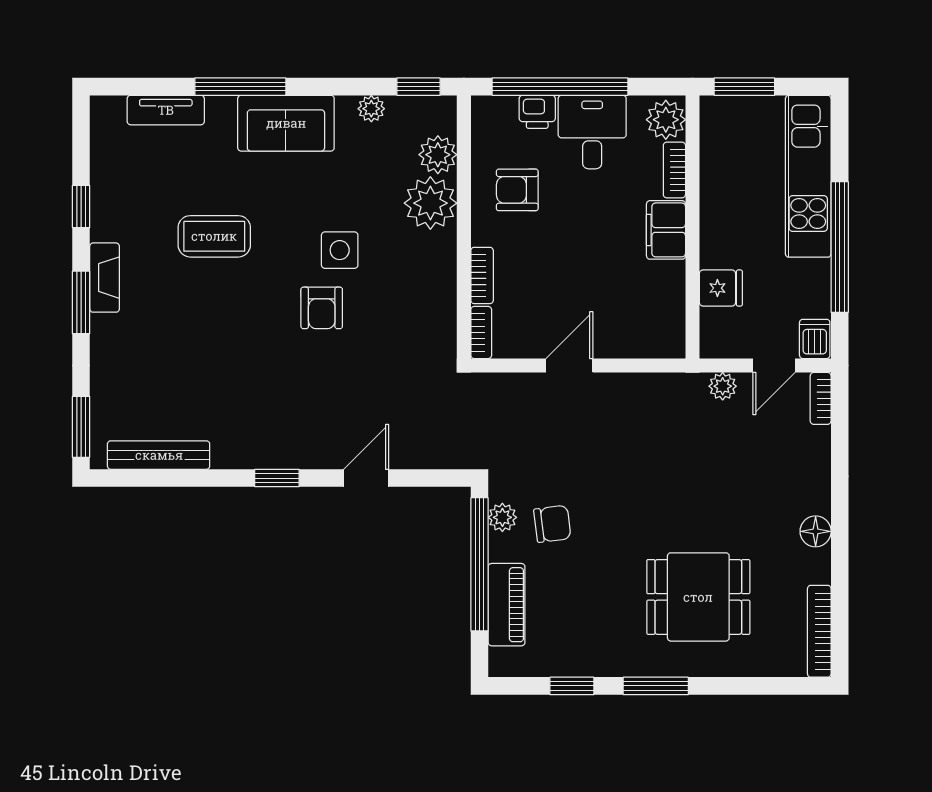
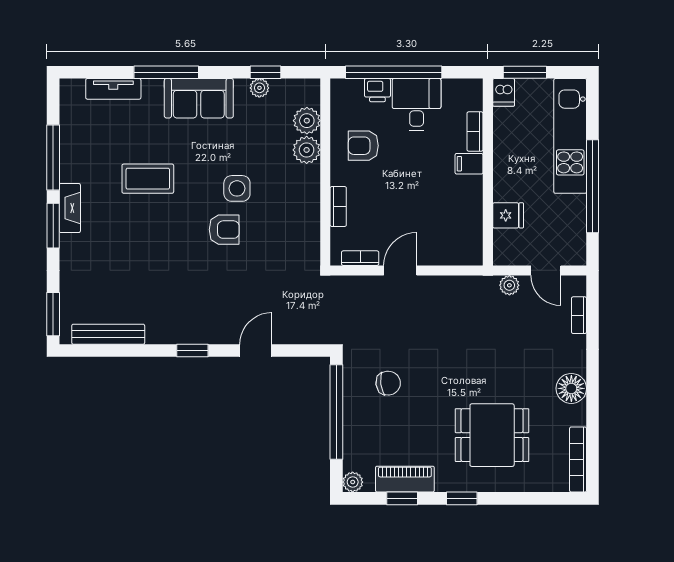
window: (419, 87) -> (265, 72), moved
plant: (666, 120) -> (469, 96), removed
plant: (430, 203) -> (307, 150), width x0.73, depth x0.73
window: (81, 207) -> (53, 157), width x2.17
filing cabinet: (666, 230) -> (469, 164), width x0.50
armchair: (322, 308) -> (224, 230), turned -90
bookcase: (481, 332) -> (360, 258), moved, turned -90
dishwasher: (815, 339) -> (504, 92), moved, turned 180
door: (774, 365) -> (546, 270), hinge flipped
bookcase: (821, 398) -> (579, 315), moved
plant: (502, 517) -> (353, 482), moved
floor lamp: (816, 531) -> (571, 388), width x1.38, depth x1.38
piano: (507, 605) -> (405, 479), moved, turned -90
window: (656, 686) -> (462, 498), width x0.67

